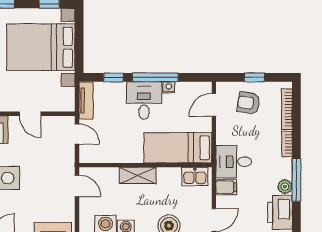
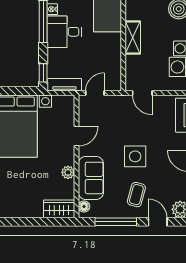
window: (113, 77) -> (43, 73), moved
door: (77, 186) -> (142, 93), swing flipped

